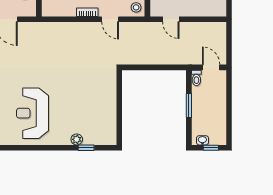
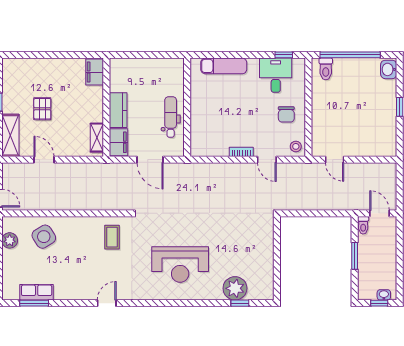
reception desk: (33, 113) -> (180, 265), turned -90
plant: (77, 139) -> (235, 288), width x1.88, depth x1.88
washbasin: (202, 140) -> (384, 295), moved

